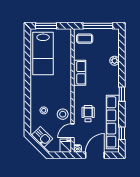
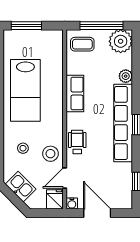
plant: (111, 37) -> (121, 41), added
lab bench: (43, 54) -> (25, 90), moved
wheelchair: (88, 114) -> (77, 142), moved
row of seats: (113, 122) -> (123, 123), moved
door: (95, 155) -> (97, 213), hinge flipped

